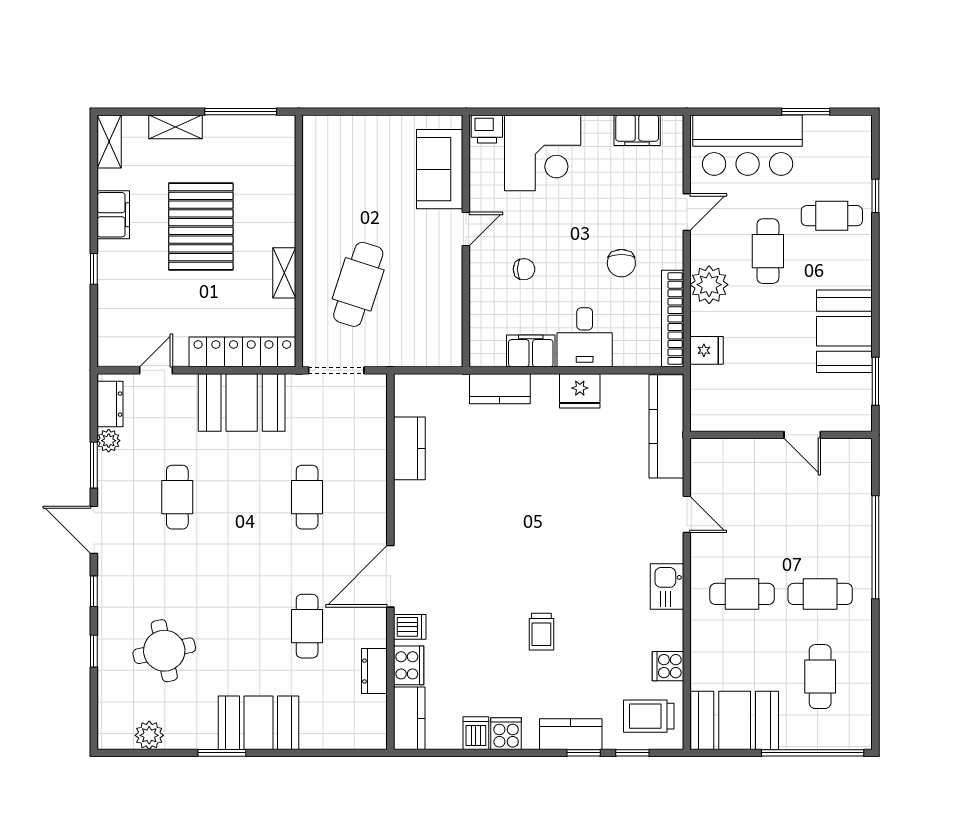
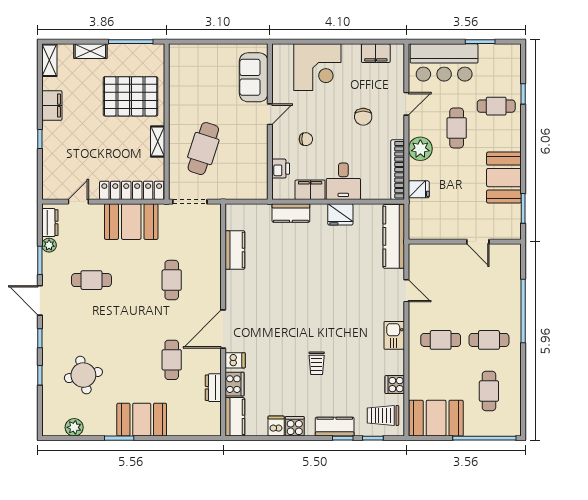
printer: (487, 129) -> (281, 169), moved, turned -90
pallet: (201, 226) -> (131, 96), moved, turned 90
chair: (621, 263) -> (363, 117), moved
cafe table: (177, 497) -> (91, 280), turned 90

